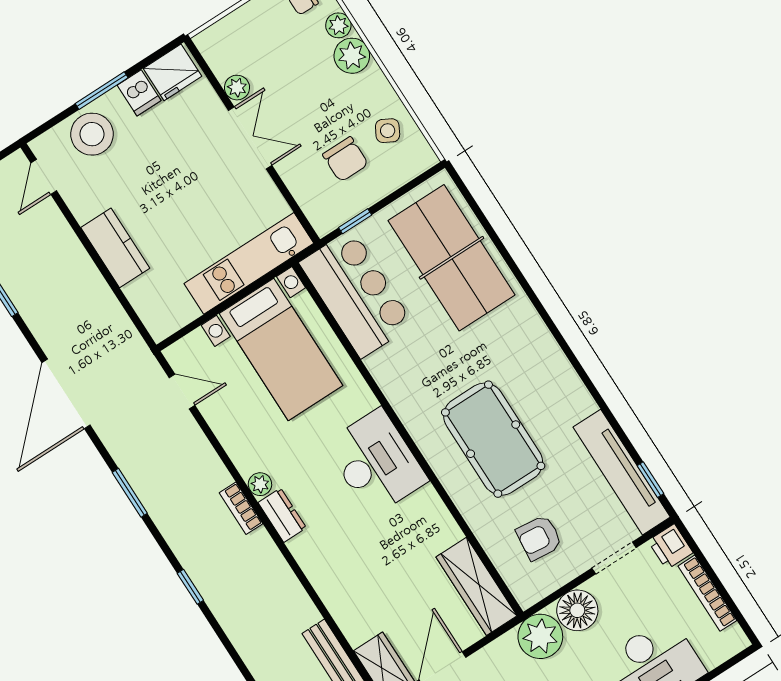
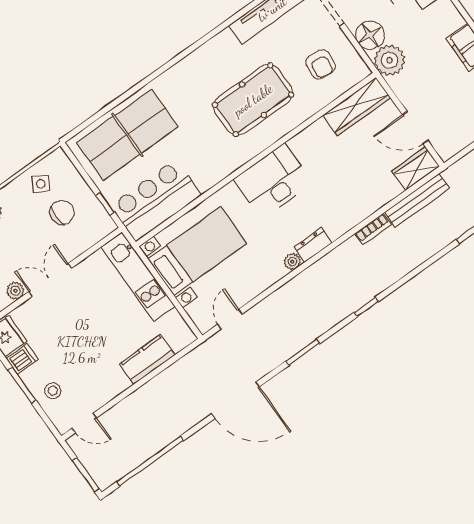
stool: (92, 134) -> (53, 391), width x0.53, depth x0.53
kitchen counter: (115, 248) -> (147, 359), moved
bookcase: (241, 508) -> (373, 229), moved

